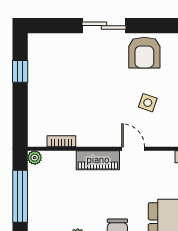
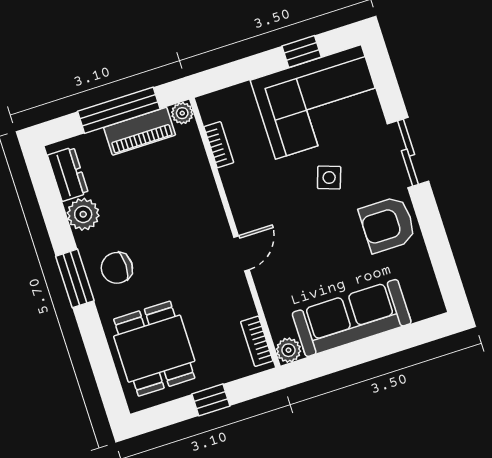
corner sofa: (55, 71) -> (318, 102), added
side table: (148, 103) -> (329, 178), moved
piano: (98, 160) -> (140, 131), moved, turned -90

